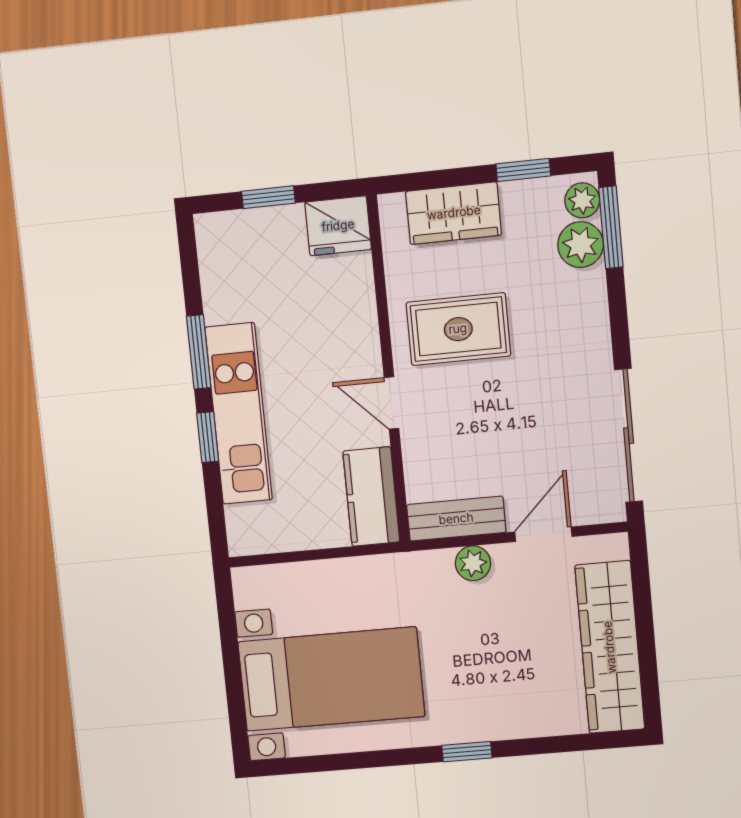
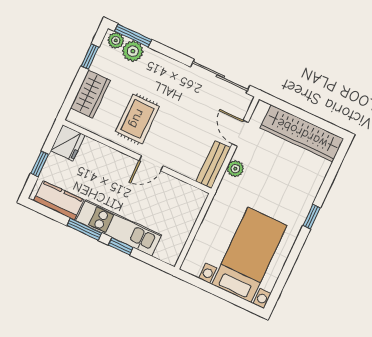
kitchen counter: (371, 497) -> (59, 200), moved, turned 180

